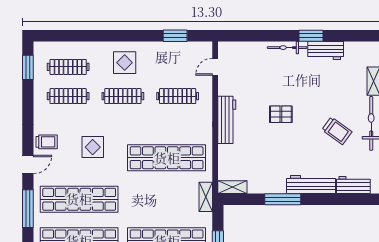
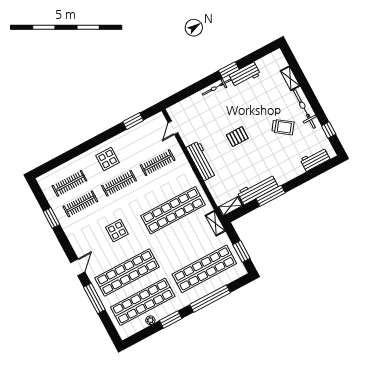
window: (28, 67) -> (52, 218), moved
trolley: (47, 142) -> (82, 244), removed
workbench: (311, 185) -> (258, 189), moved

